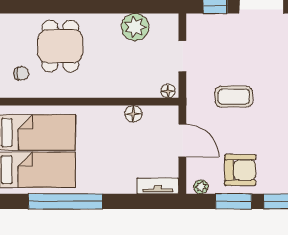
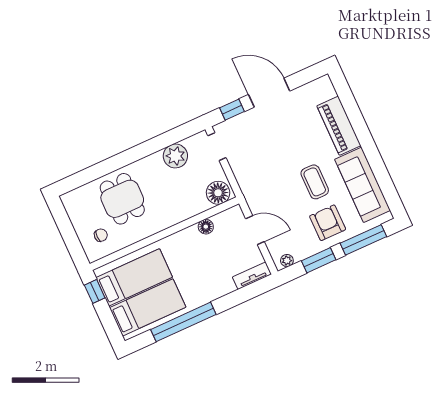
doorway: (182, 56) -> (217, 147), moved
floor lamp: (168, 91) -> (218, 193), width x1.89, depth x1.89
coffee table: (234, 97) -> (315, 182), moved, turned 90
armchair: (240, 170) -> (328, 223), moved, turned -90

